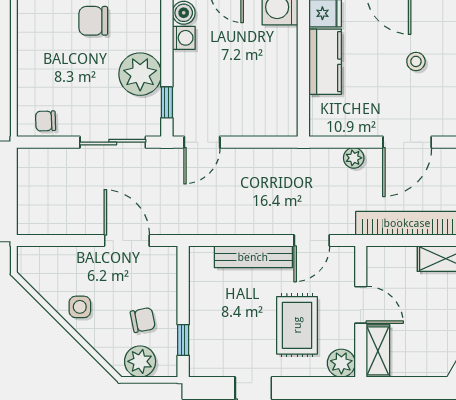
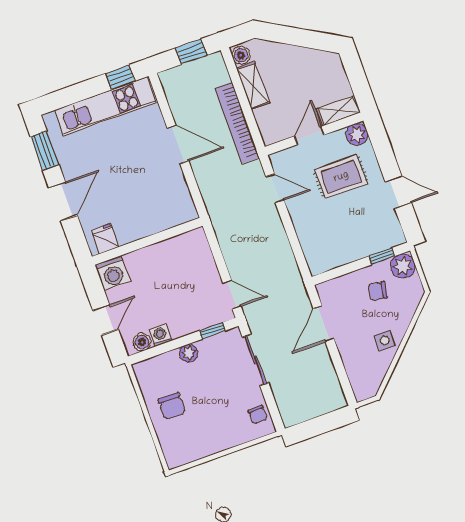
stool: (416, 61) -> (117, 159), removed
kitchen counter: (325, 62) -> (141, 226), removed
plant: (140, 74) -> (189, 353), width x0.53, depth x0.53
plant: (354, 158) -> (204, 179), removed
bench: (253, 257) -> (302, 227), removed
chair: (143, 320) -> (378, 291), turned -70
plant: (140, 361) -> (403, 266), moved

